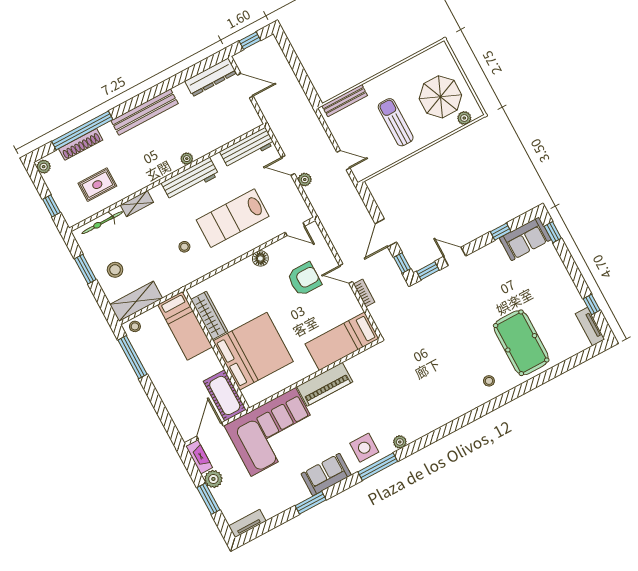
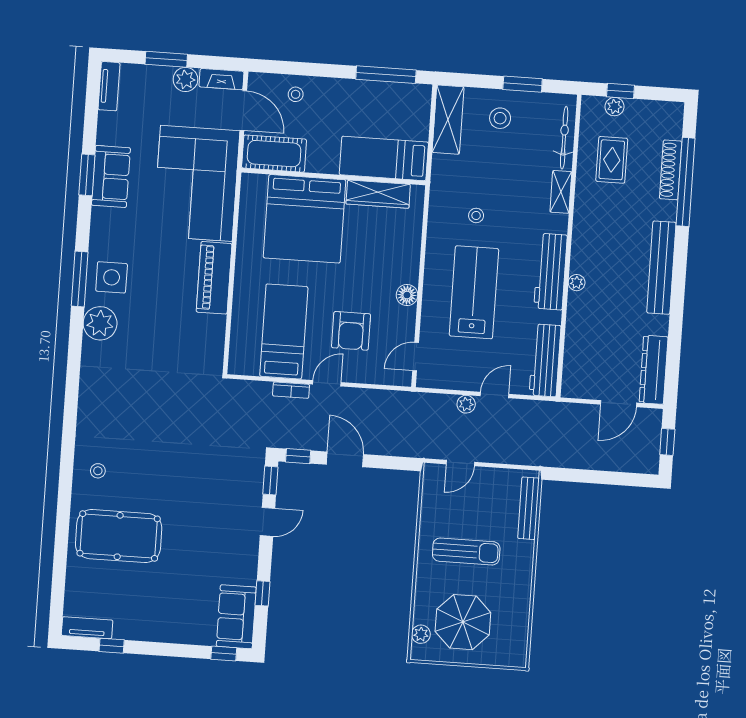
plant: (44, 167) -> (614, 107), moved
stool: (135, 326) -> (296, 94), moved
bed: (342, 341) -> (284, 331), moved
plant: (400, 442) -> (100, 323), width x1.87, depth x1.87
sofa: (326, 474) -> (111, 176), moved

